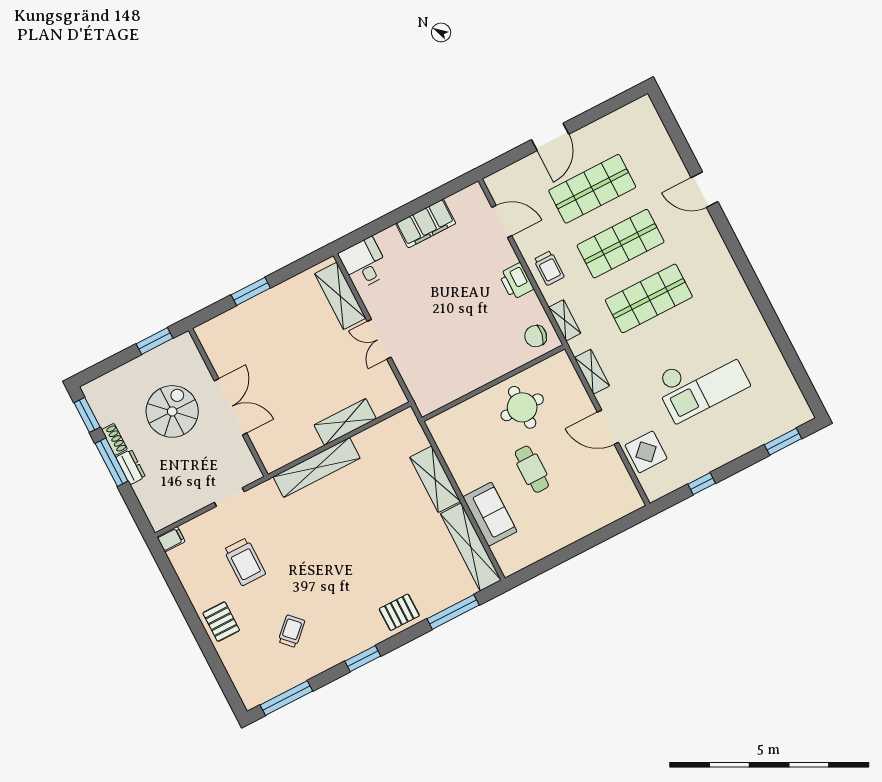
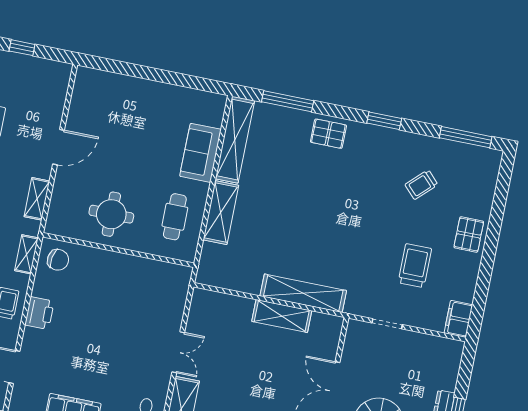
shelving: (345, 422) -> (282, 316), moved
door: (608, 427) -> (59, 147), hinge flipped
display table: (646, 452) -> (45, 105), removed
cafe table: (532, 469) -> (175, 217), moved
filing cabinet: (171, 539) -> (458, 319), width x2.00

